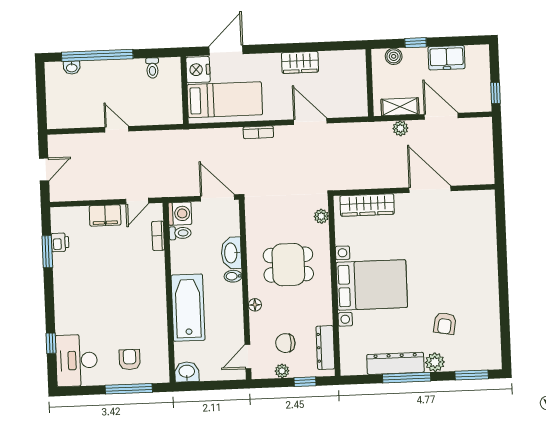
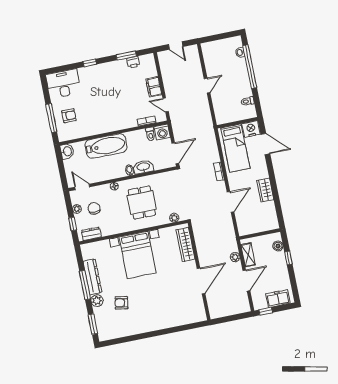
freezer: (447, 58) -> (278, 299), moved, turned 90
window: (51, 343) -> (90, 63), moved
dresser: (325, 348) -> (91, 234), width x0.70

